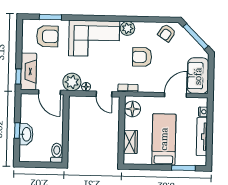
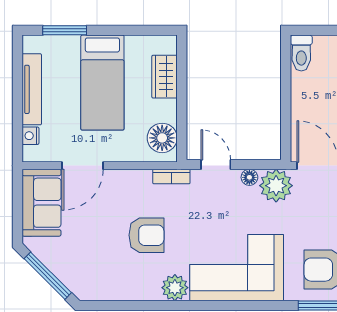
armchair: (167, 33) -> (102, 281), removed

